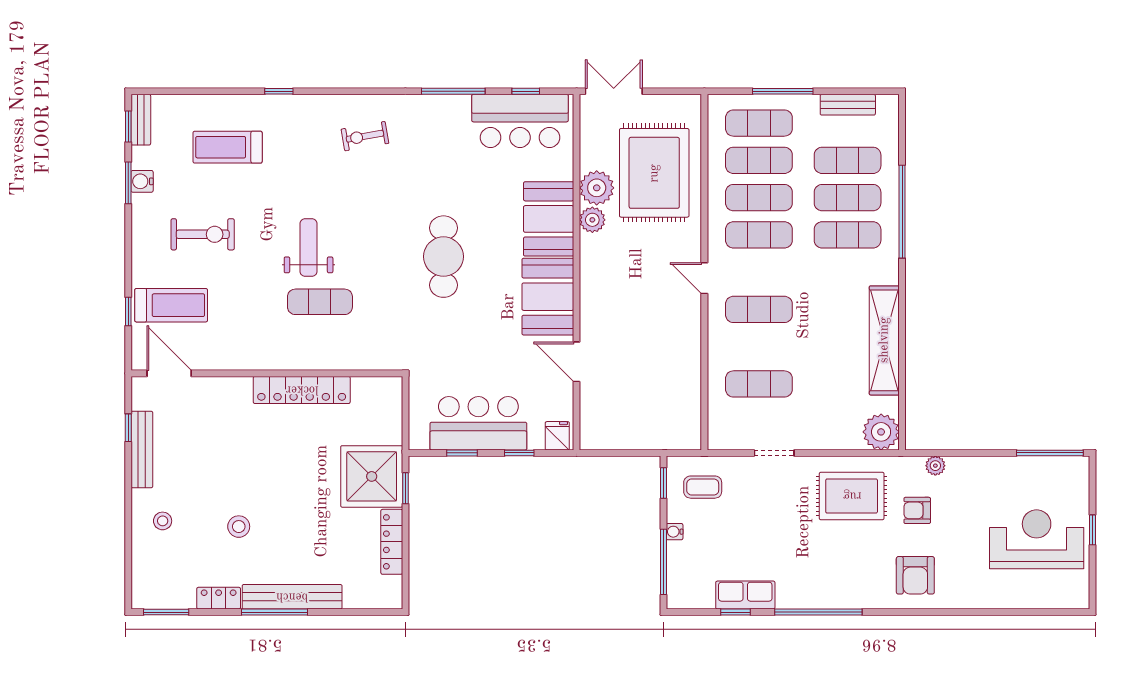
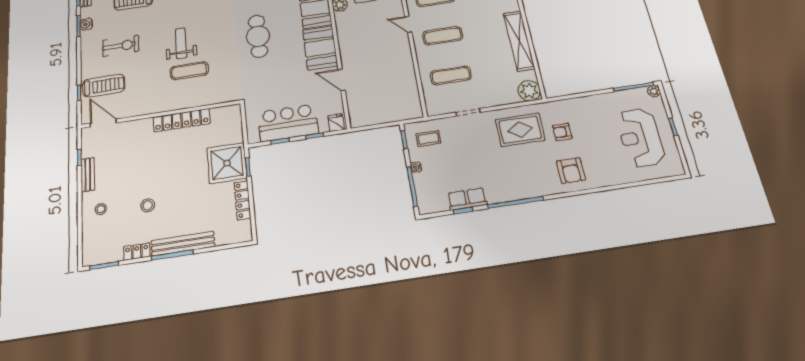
bench: (142, 450) -> (88, 175), width x0.73
plant: (935, 466) -> (654, 91), moved
reception desk: (1037, 539) -> (640, 138), turned -90

